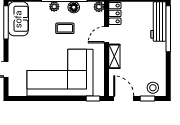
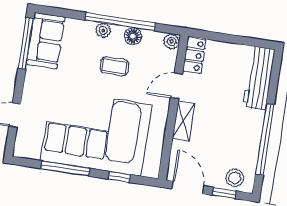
window: (168, 29) -> (265, 139), moved
window: (44, 99) -> (65, 168), added
window: (93, 99) -> (119, 177), moved

